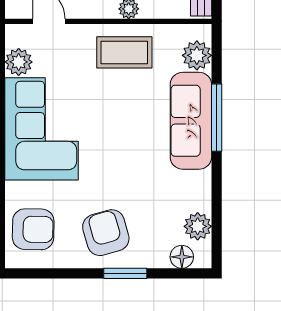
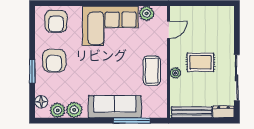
plant: (197, 55) -> (74, 110), moved
window: (217, 118) -> (132, 121), moved
armchair: (106, 233) -> (54, 61), turned 106

